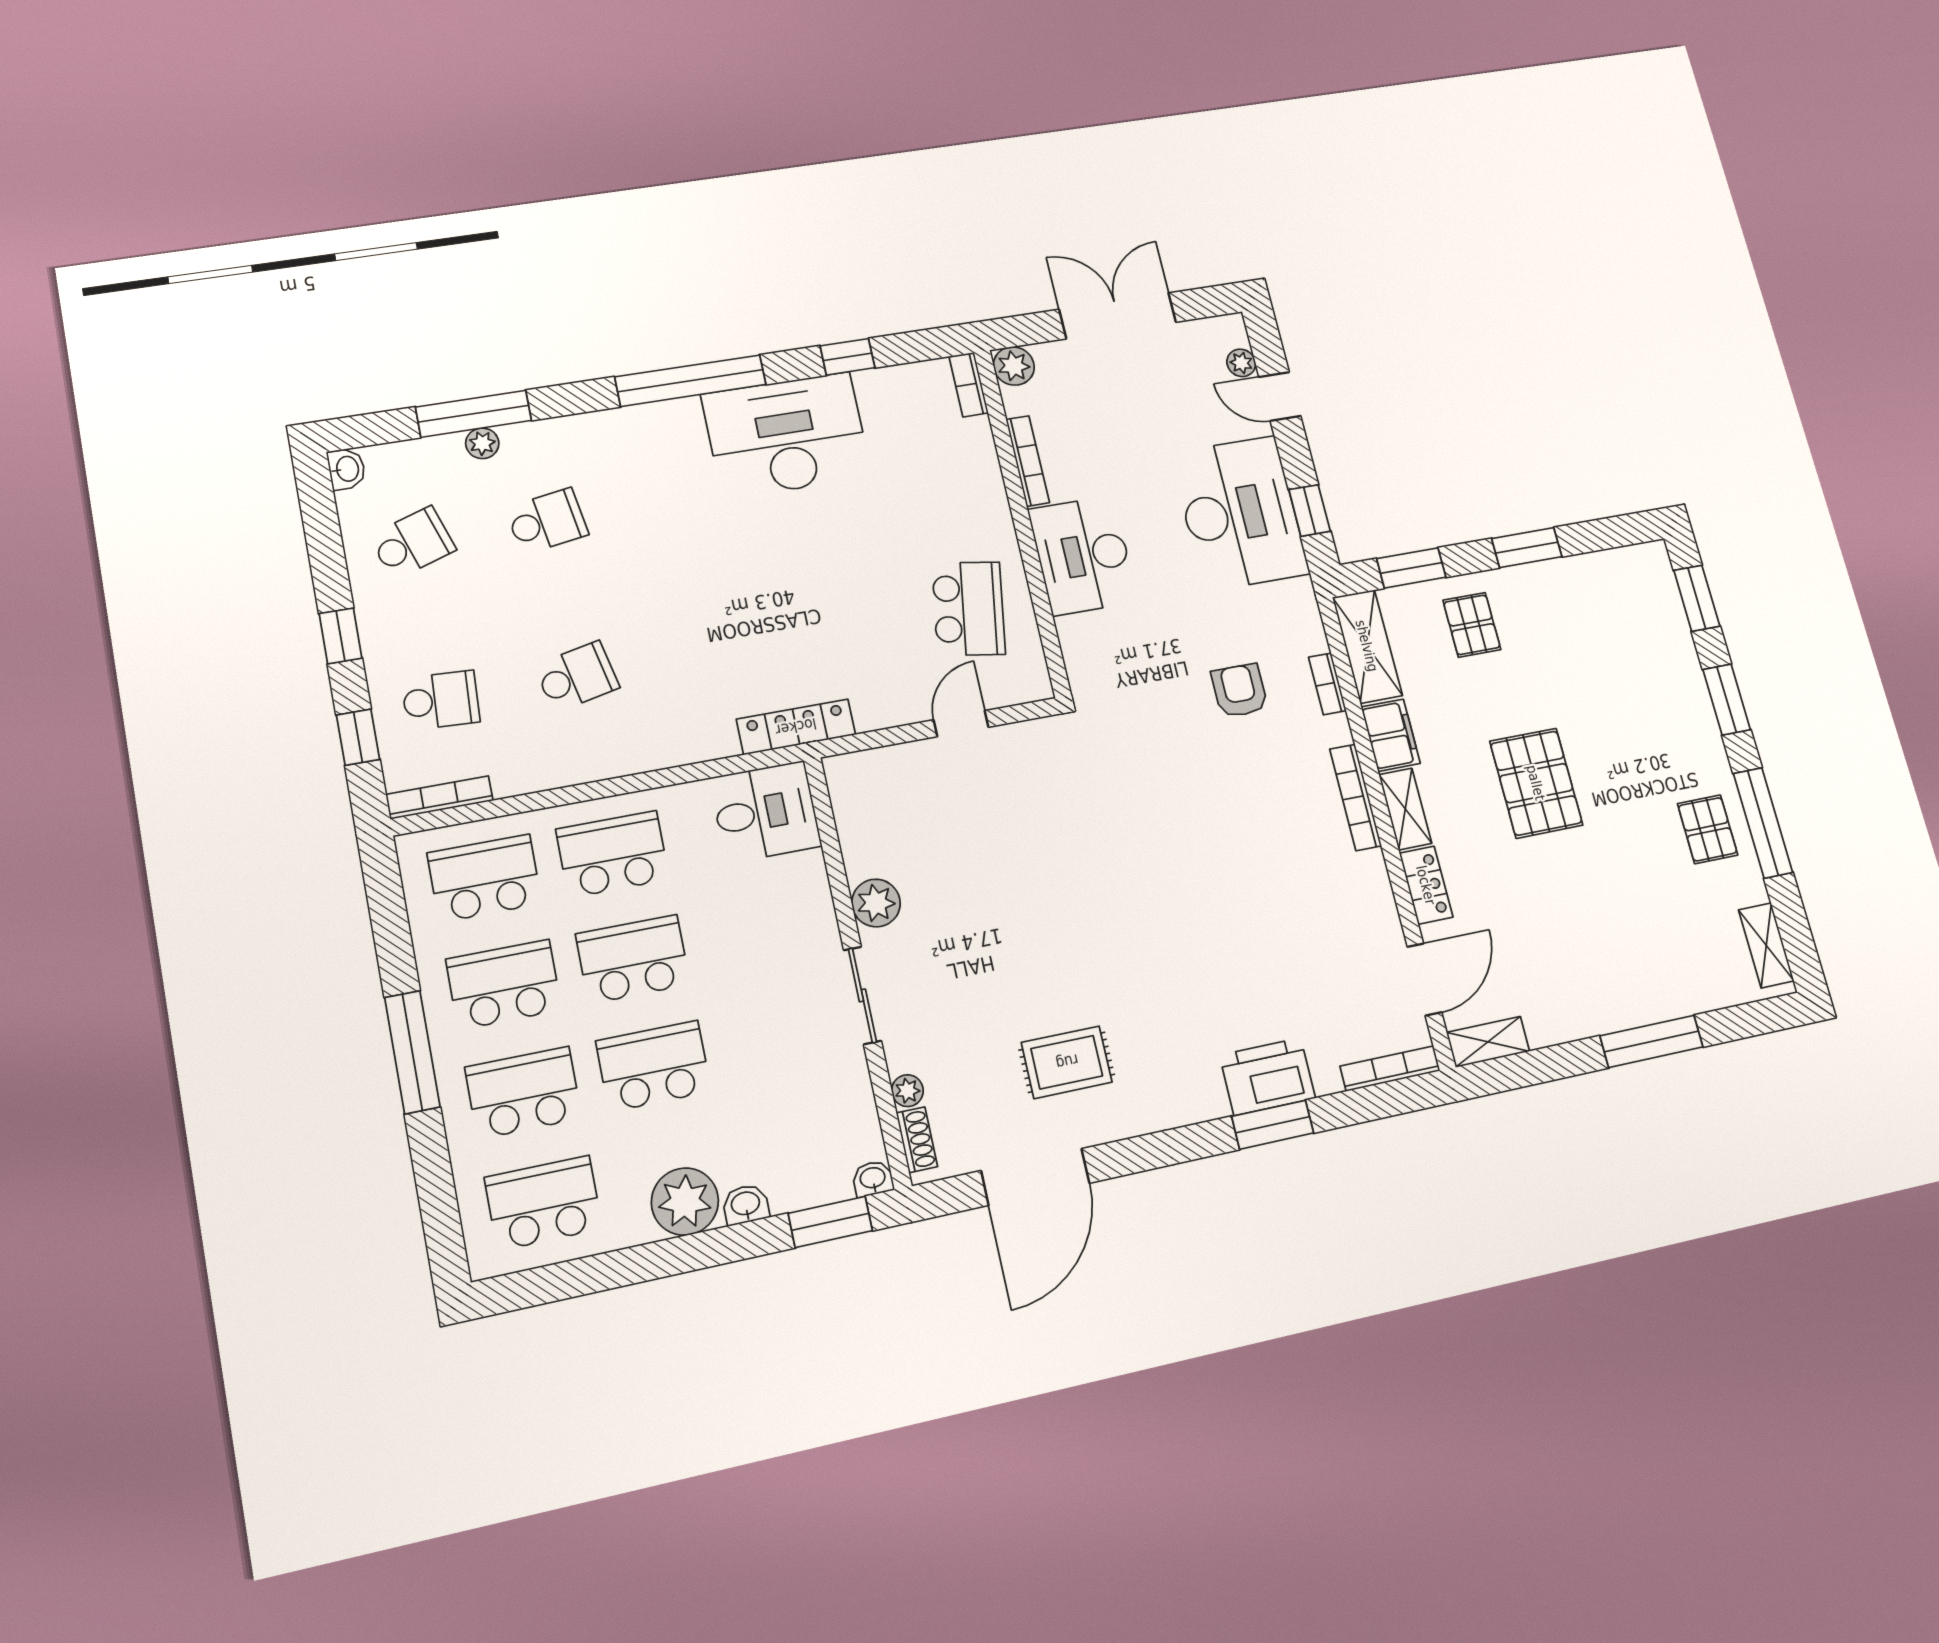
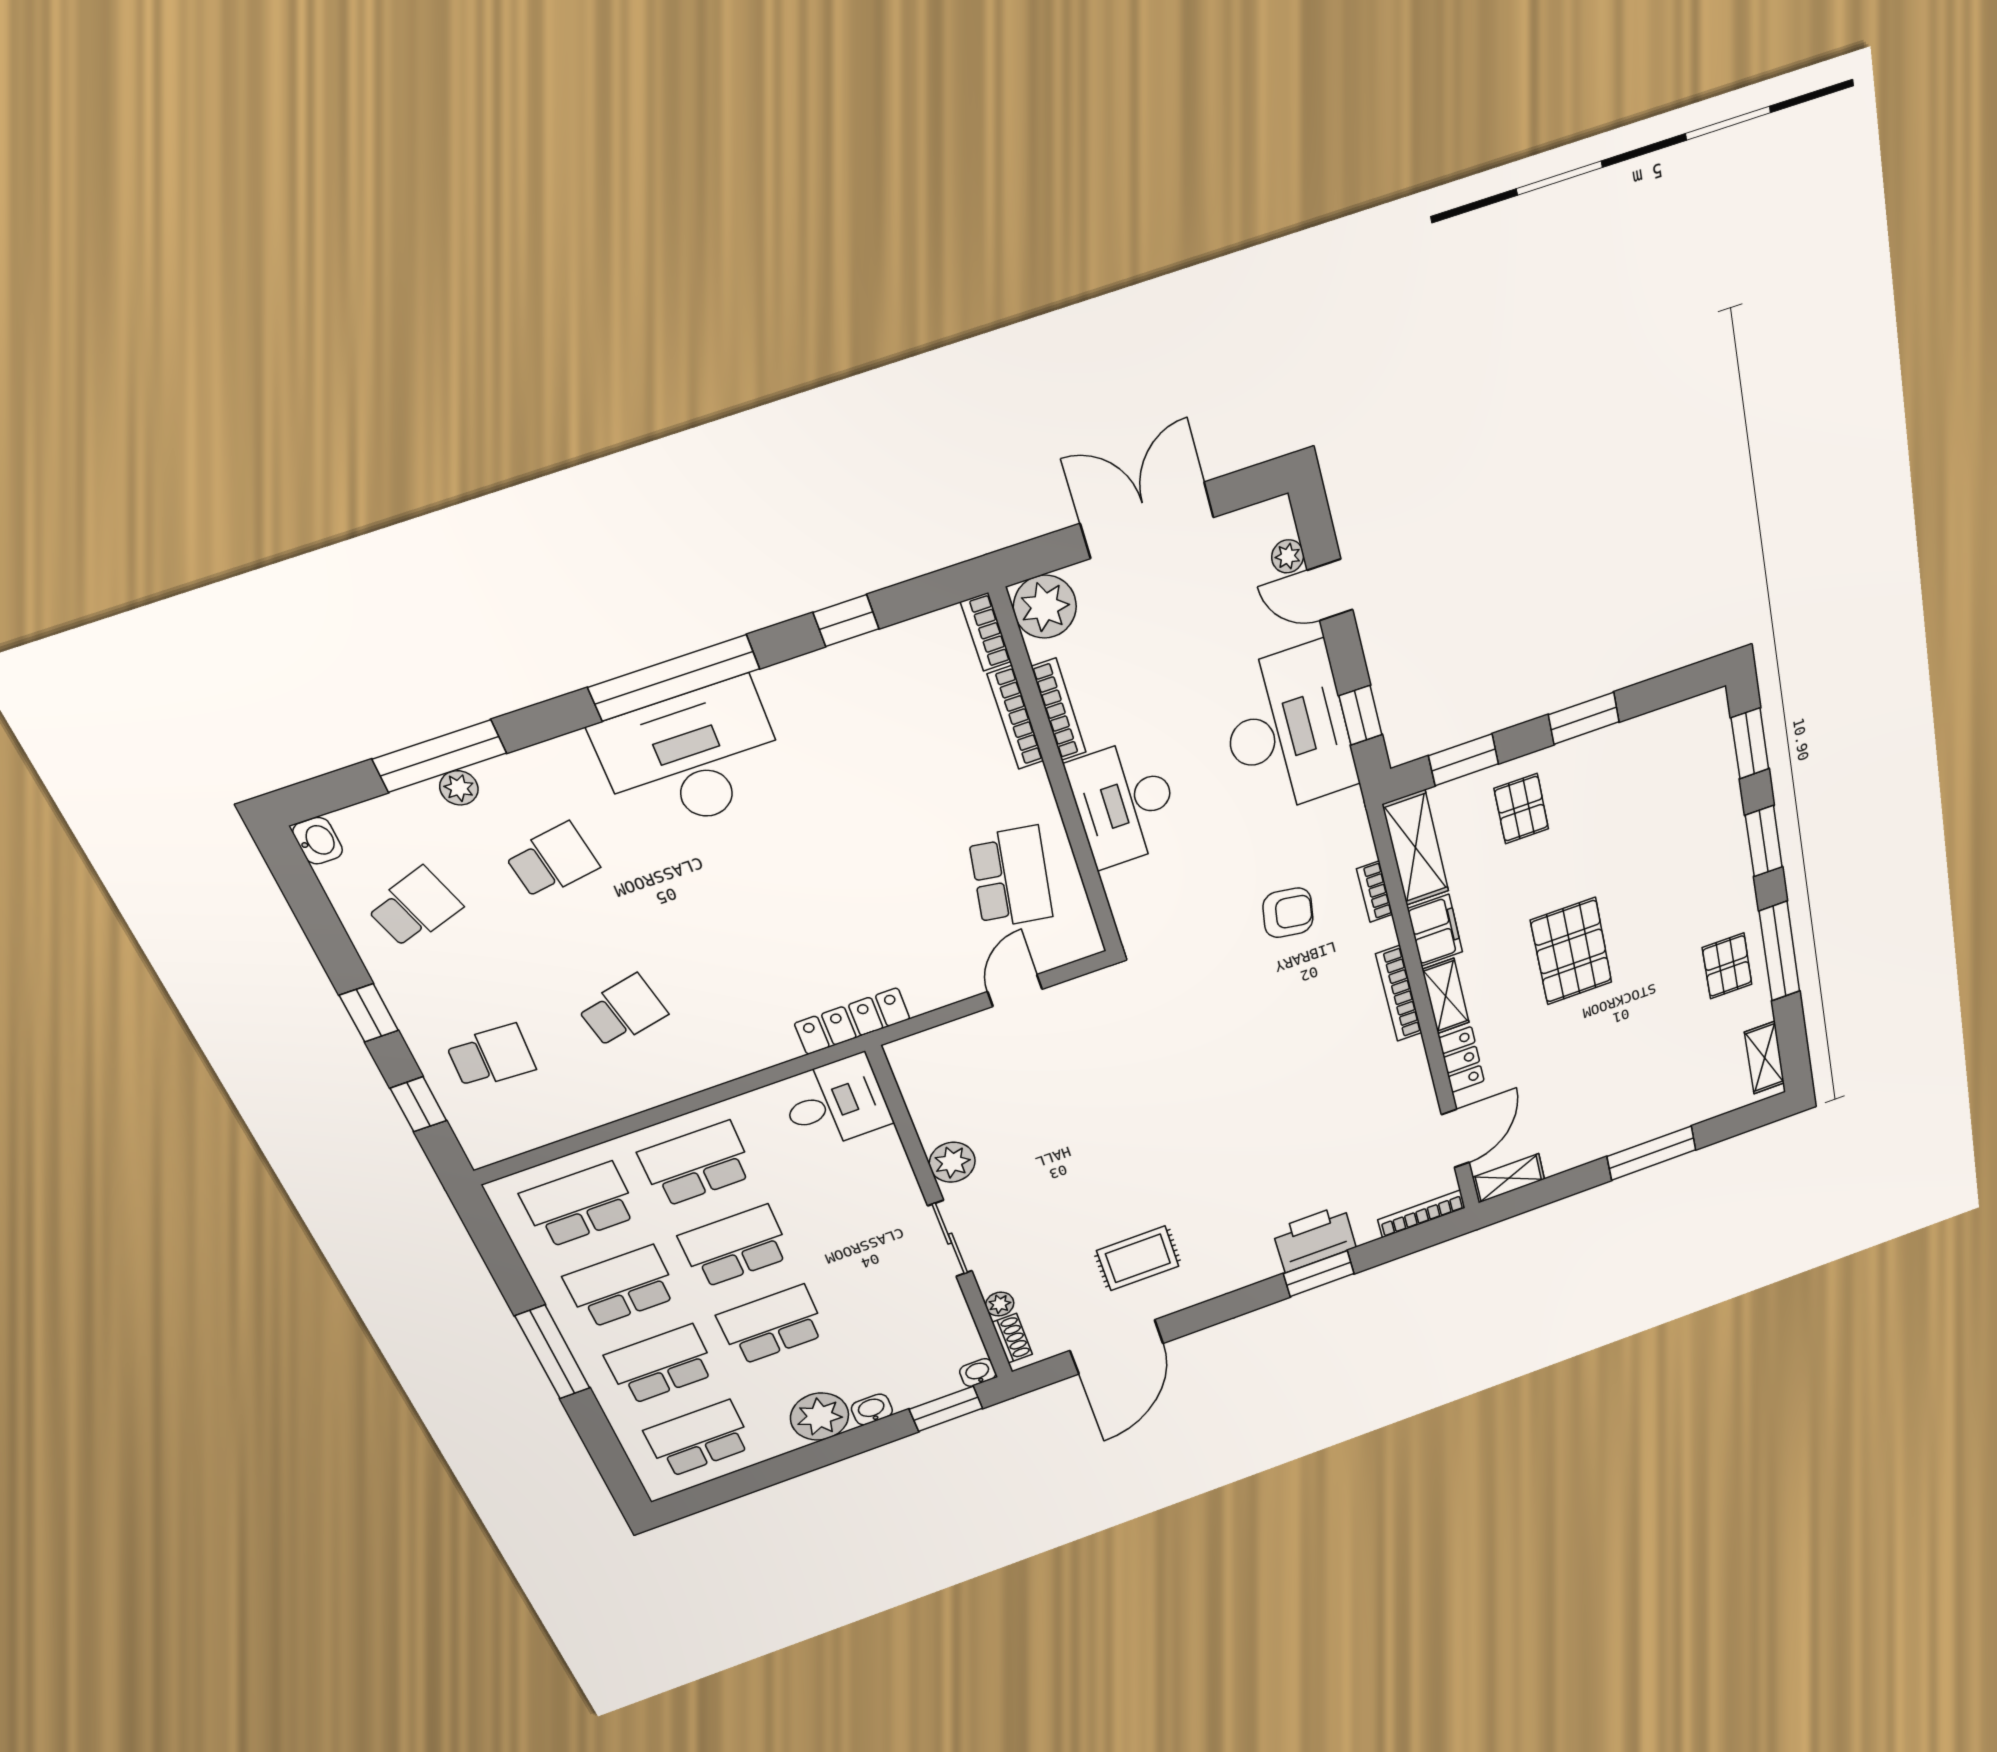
plant: (1014, 366) -> (1045, 607), width x1.36, depth x1.36
desk: (787, 435) -> (692, 758), moved
armchair: (1239, 691) -> (1288, 913), turned 99
bookcase: (439, 797) -> (1016, 718), moved, turned -90

